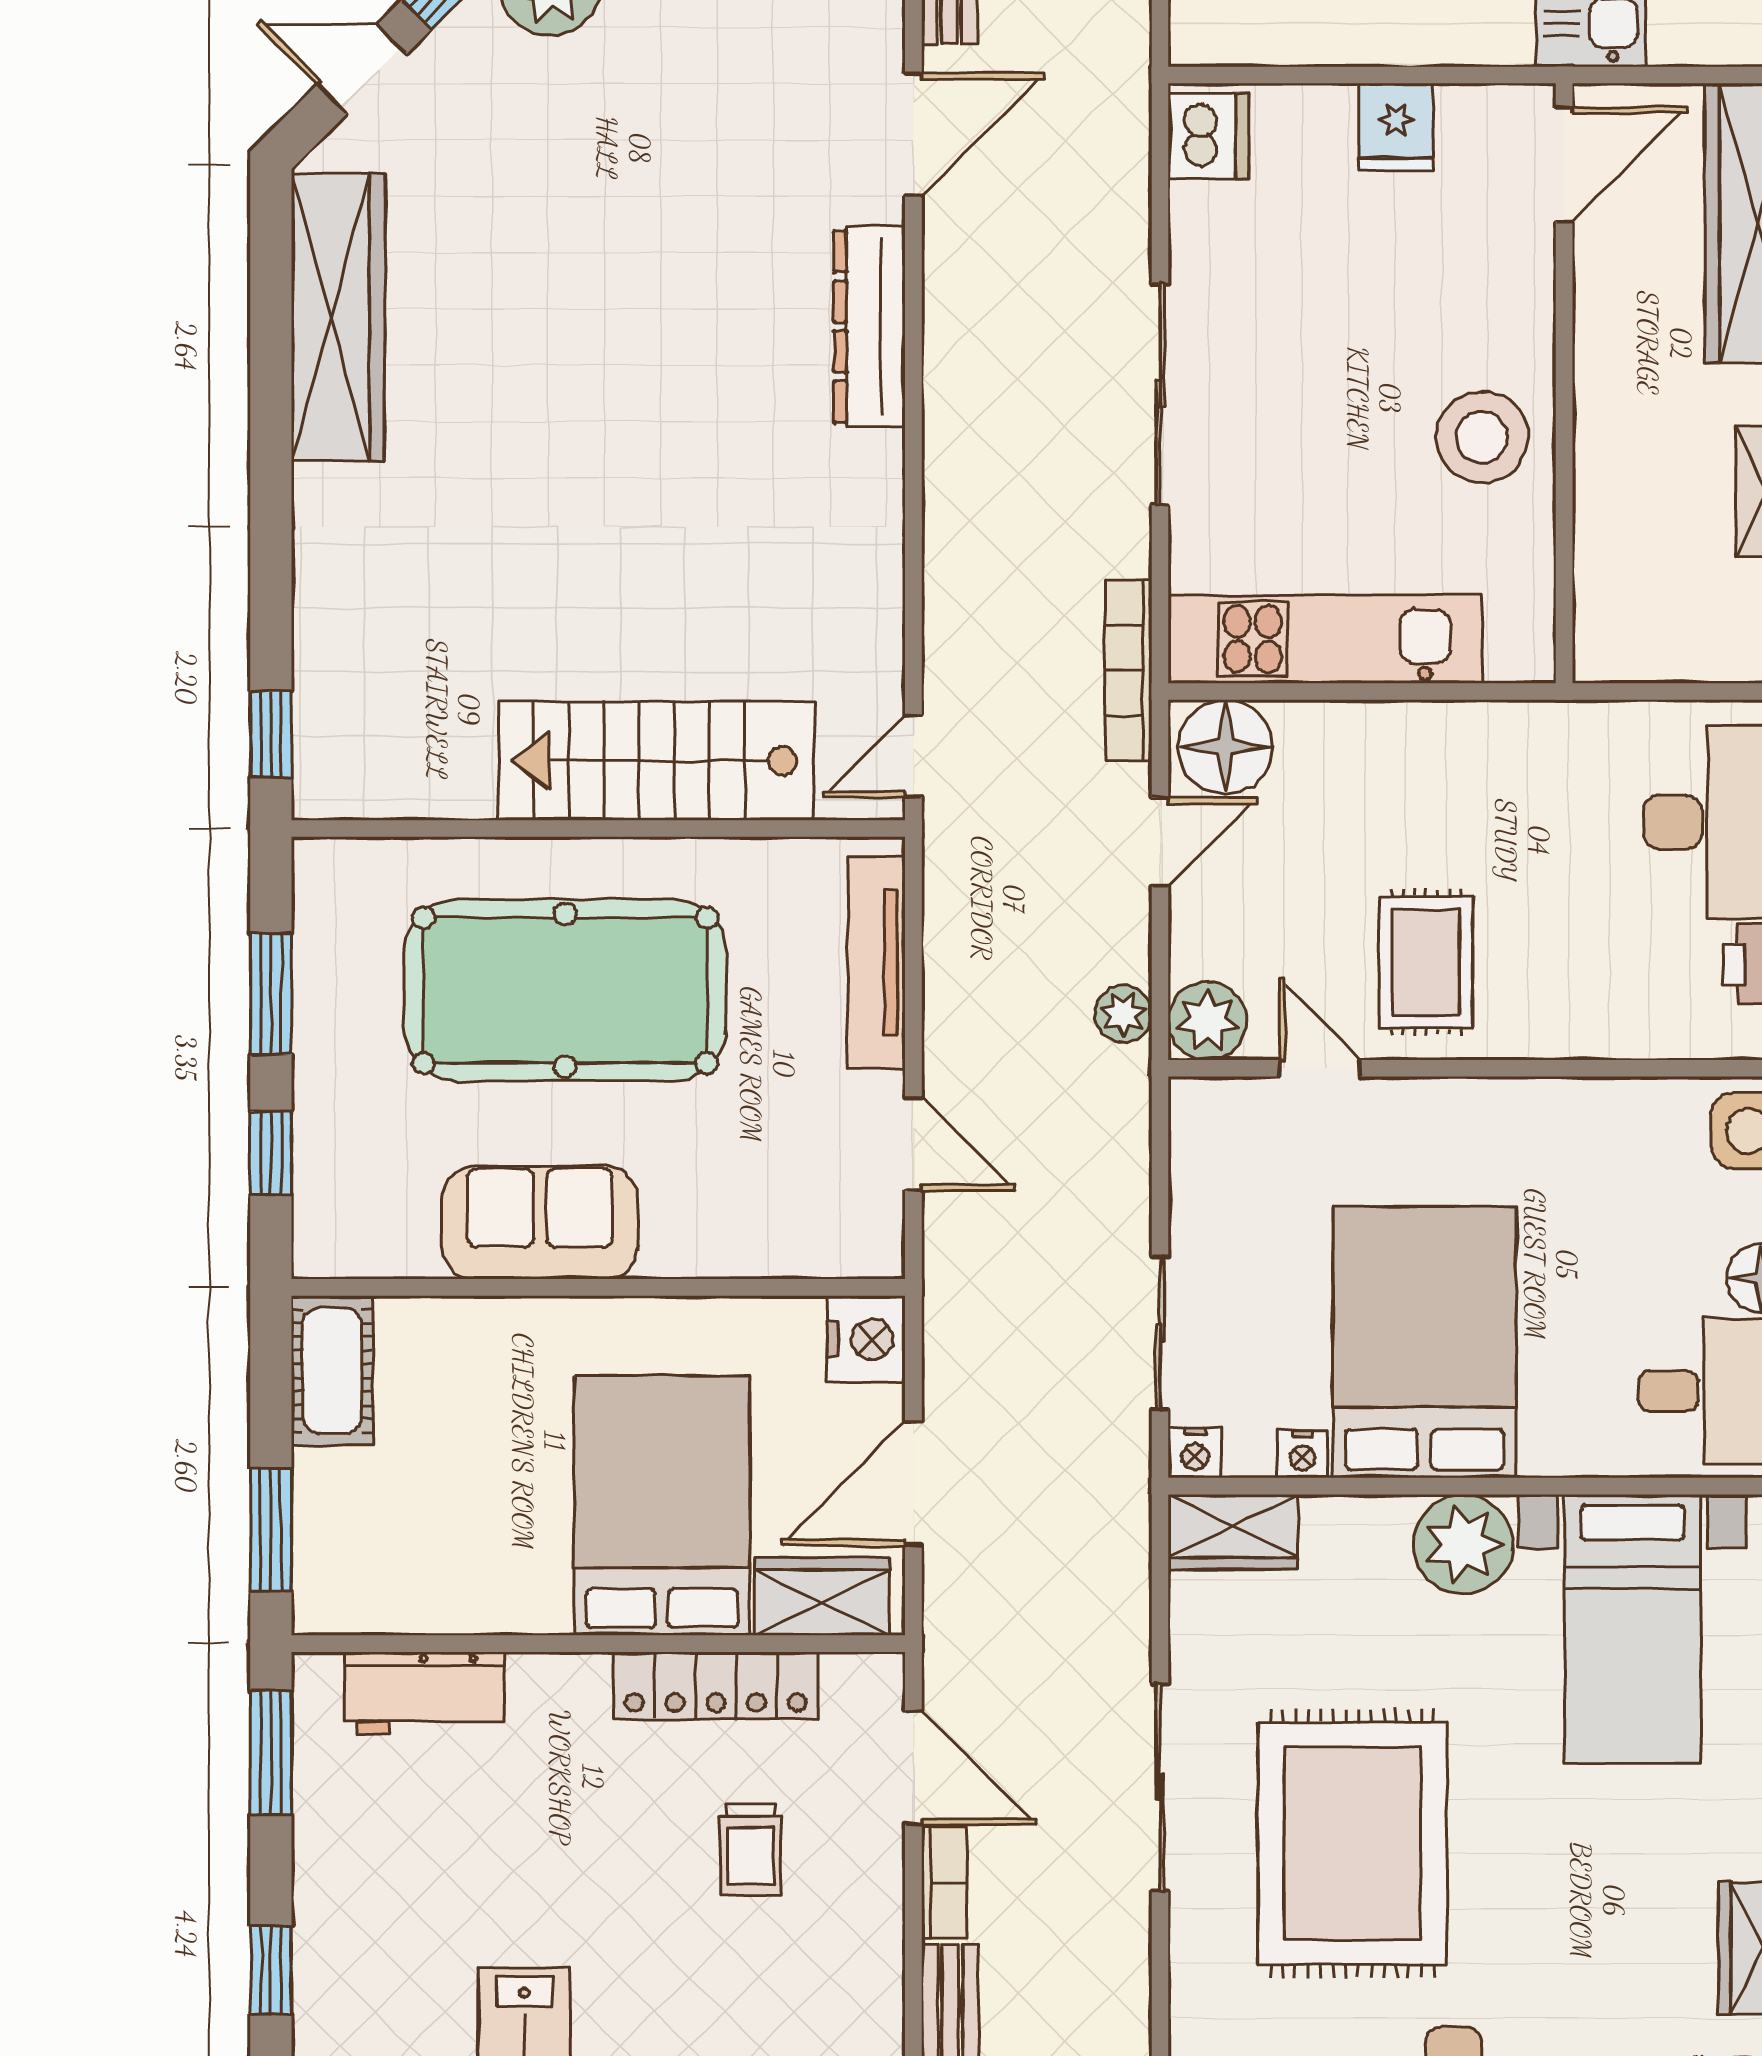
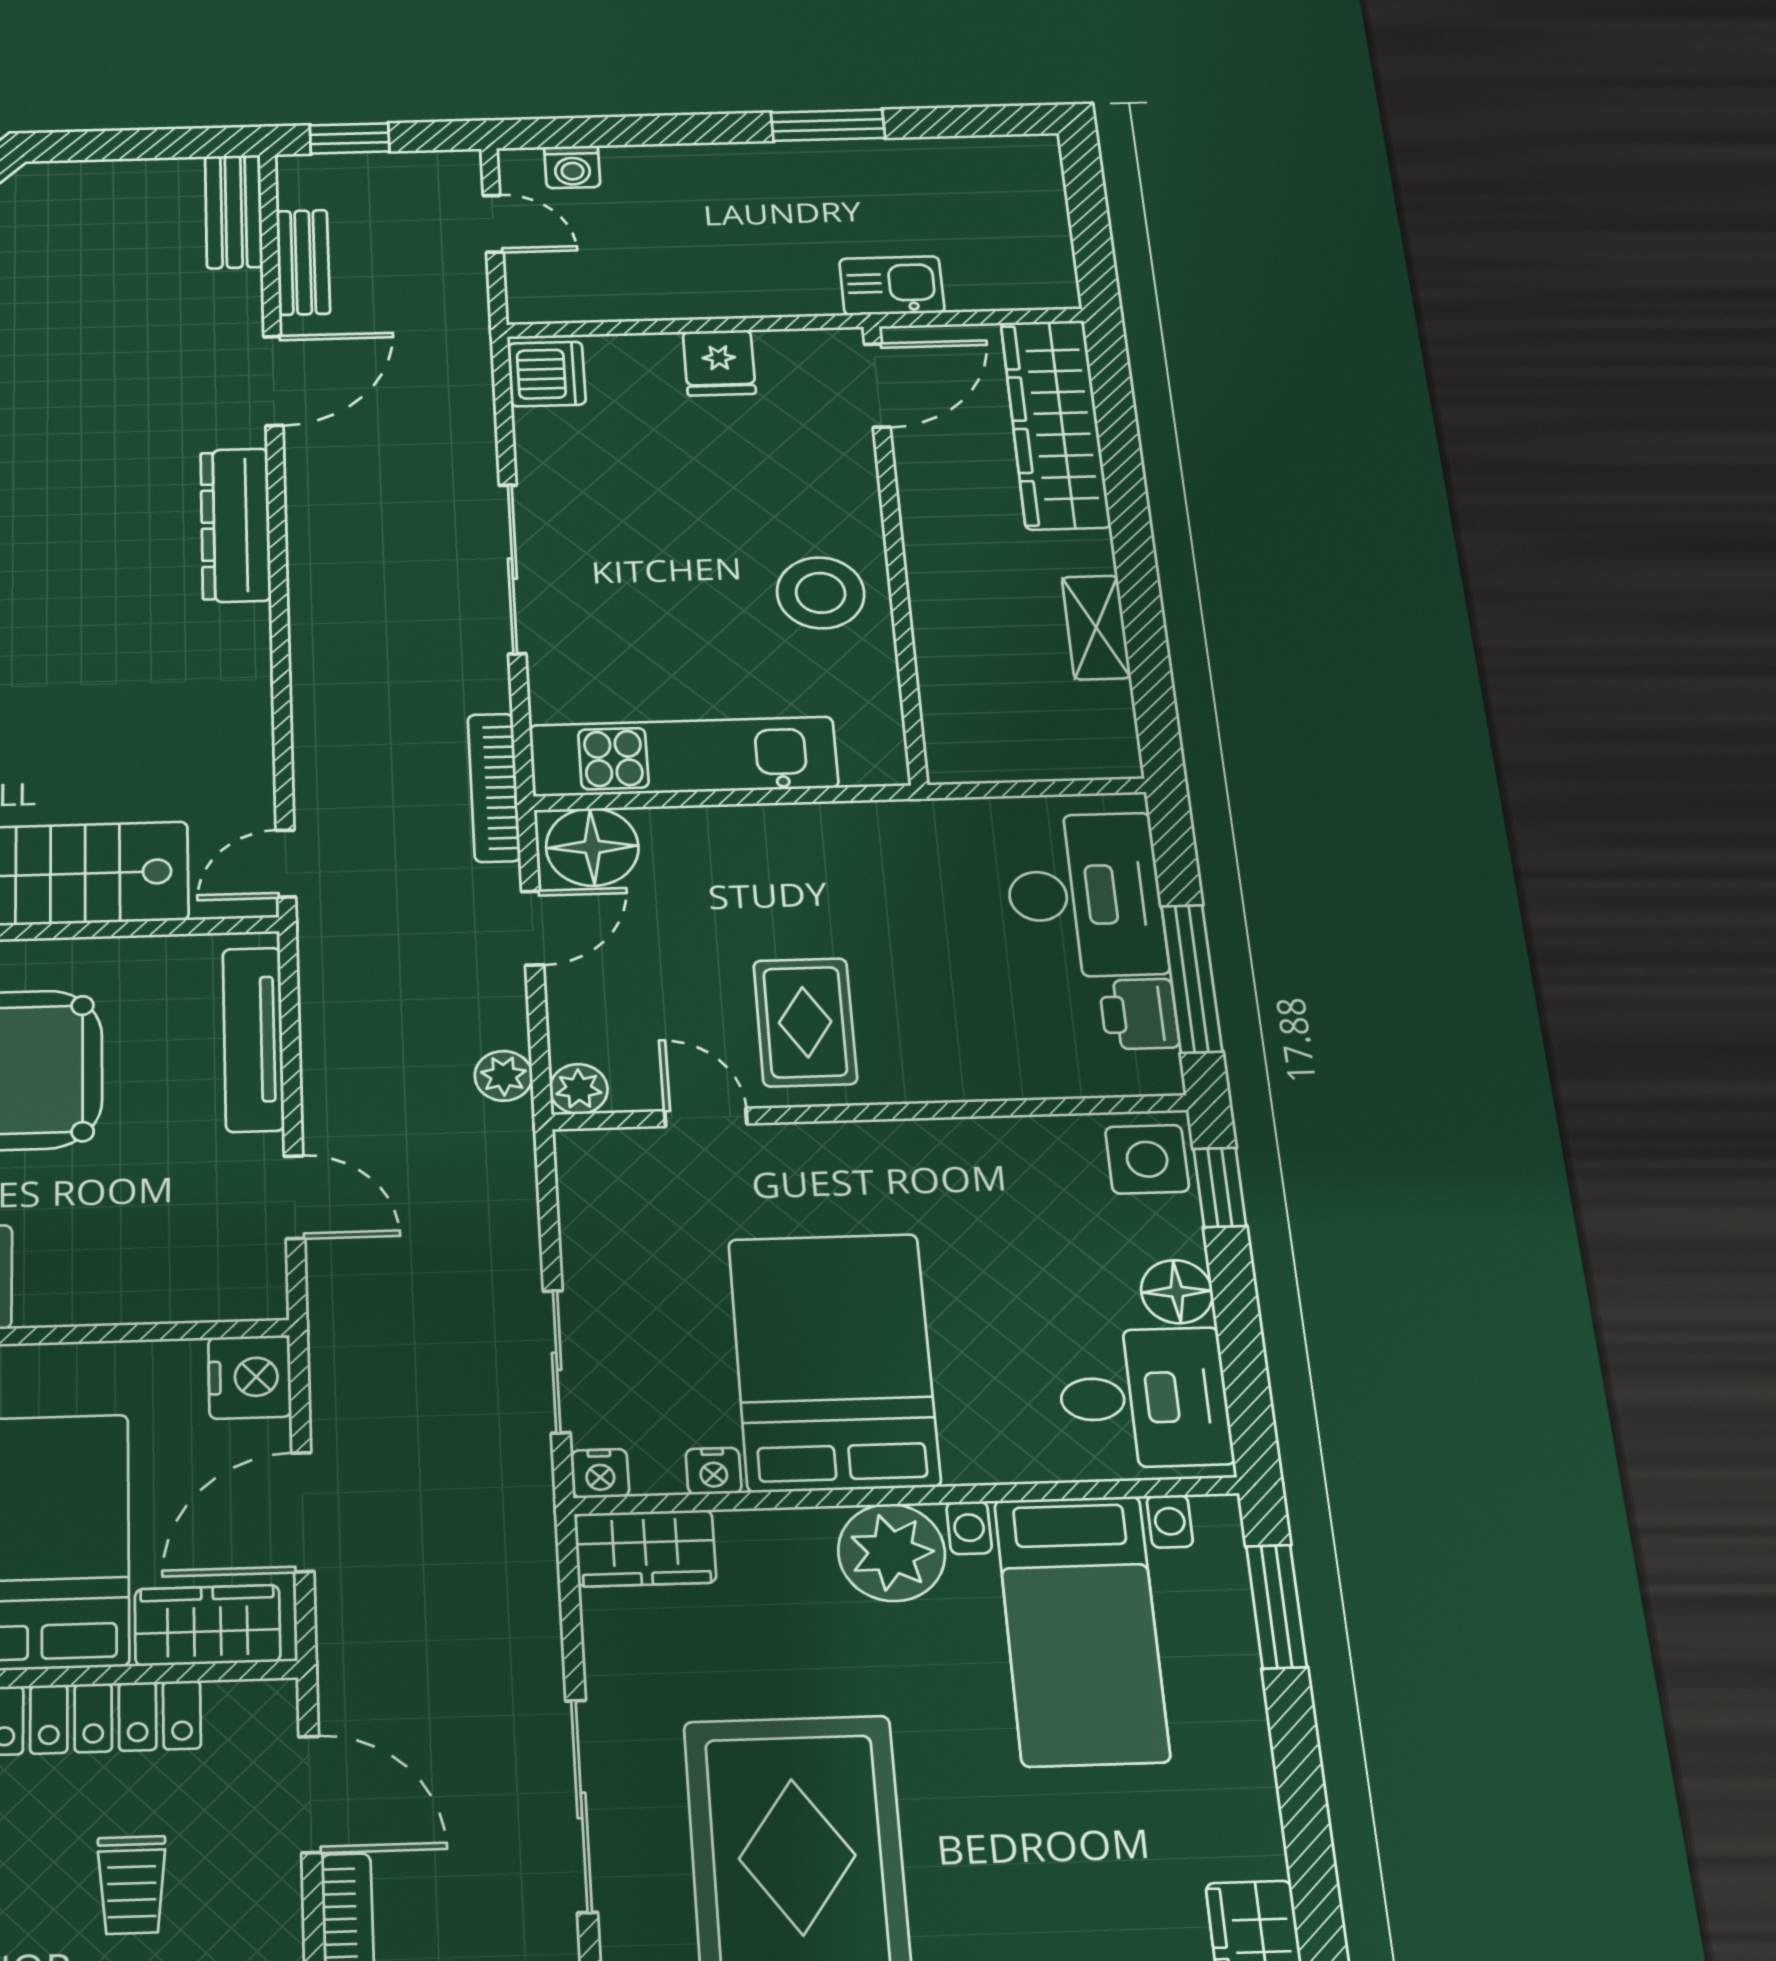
plant: (1207, 1021) -> (579, 1089), width x0.73, depth x0.73

